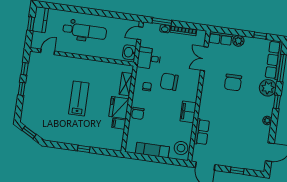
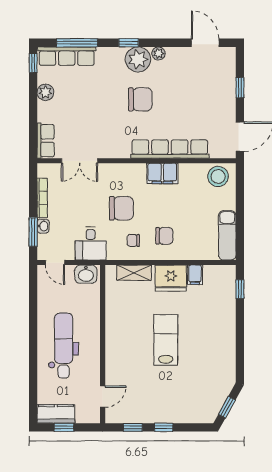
window: (260, 36) -> (33, 63), moved
plant: (238, 41) -> (45, 92), moved
door: (48, 52) -> (103, 397), swing flipped
chair: (169, 82) -> (121, 208), turned -92
chair: (233, 82) -> (140, 99), moved
plant: (268, 88) -> (138, 59), moved
lab bench: (79, 99) -> (166, 340), turned 90
chair: (138, 113) -> (164, 236), moved
row of seats: (202, 132) -> (170, 149), width x2.02
window: (84, 149) -> (240, 289), moved
exam couch: (152, 150) -> (227, 235), moved

